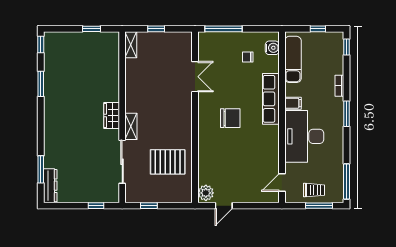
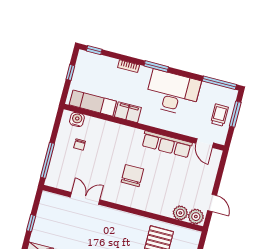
row of seats: (271, 99) -> (167, 144), moved
filing cabinet: (293, 103) -> (128, 112), width x2.00
desk: (304, 136) -> (173, 93), moved, turned 180
plant: (205, 176) -> (180, 213), added

